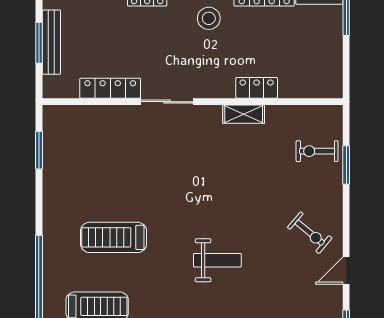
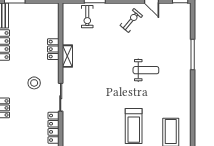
stool: (209, 18) -> (34, 83), moved
weight bench: (217, 260) -> (146, 70), turned 90

